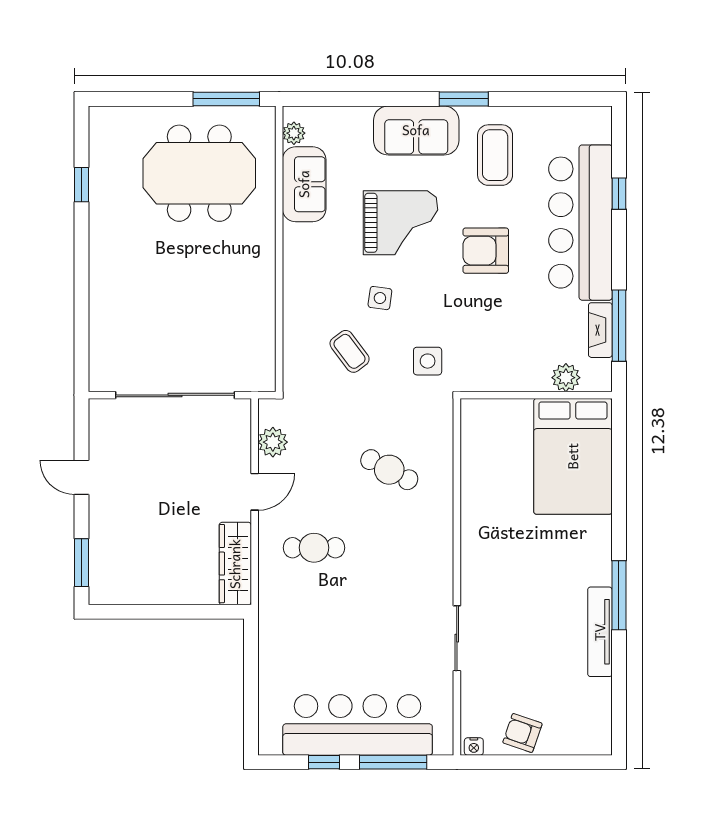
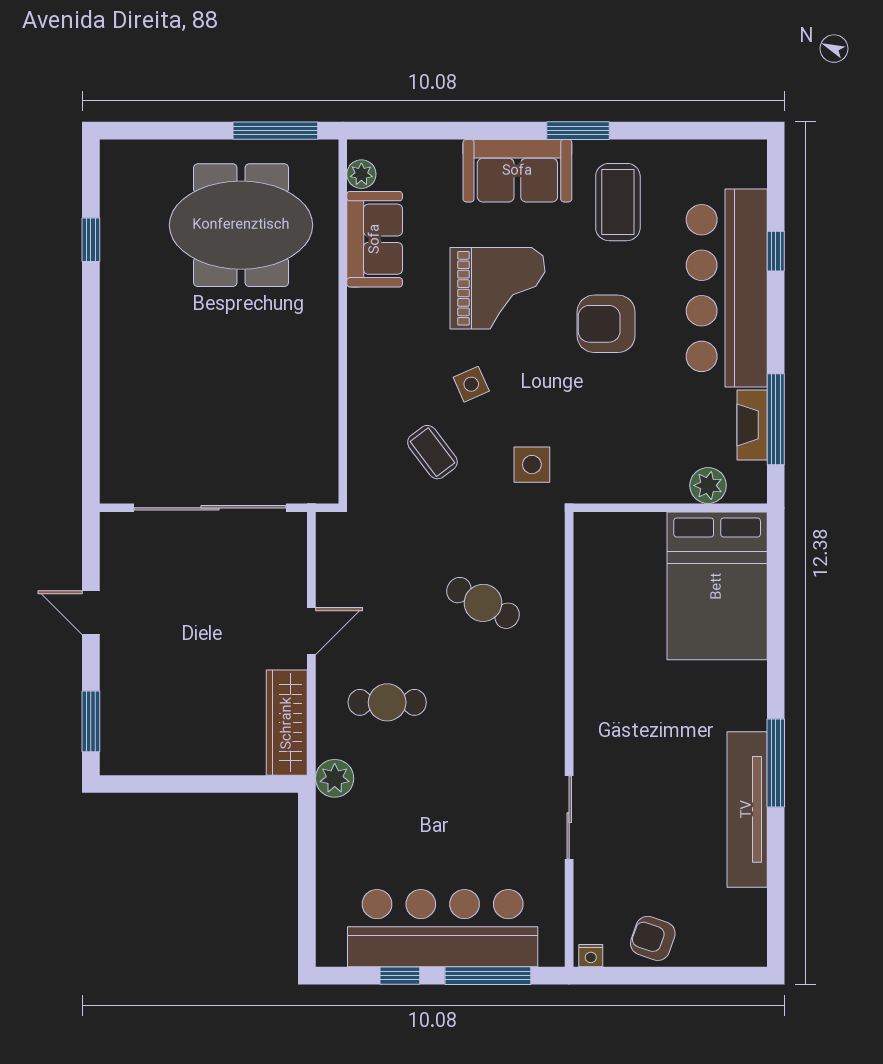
side table: (380, 298) -> (471, 384), turned -32
plant: (273, 442) -> (335, 778), moved
tv unit: (600, 632) -> (747, 809), width x1.36, depth x1.29

